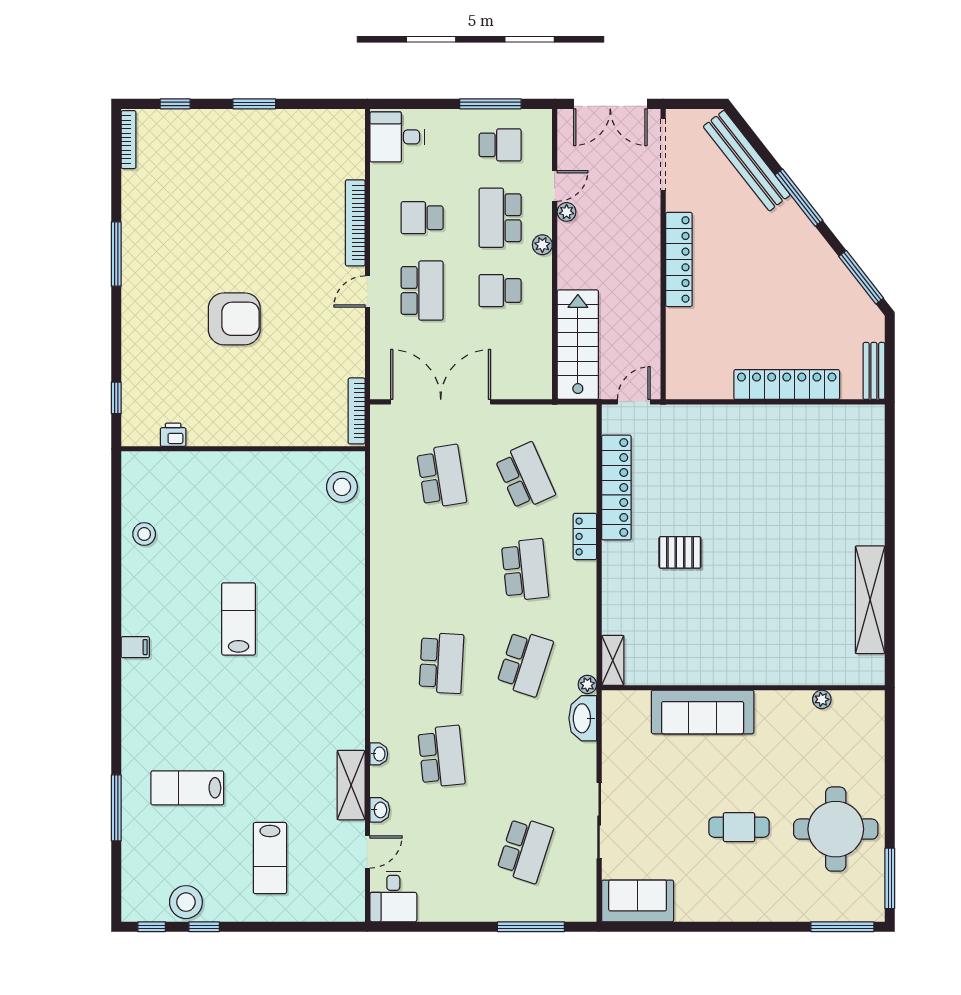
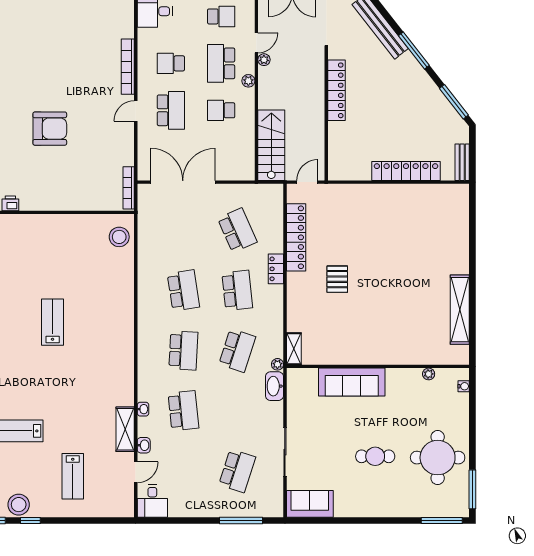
school desk: (442, 476) -> (183, 290), moved
pallet: (680, 552) -> (337, 279), turned 90
water cooler: (876, 718) -> (464, 386), added

